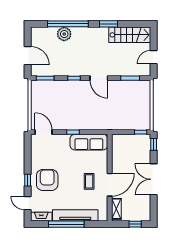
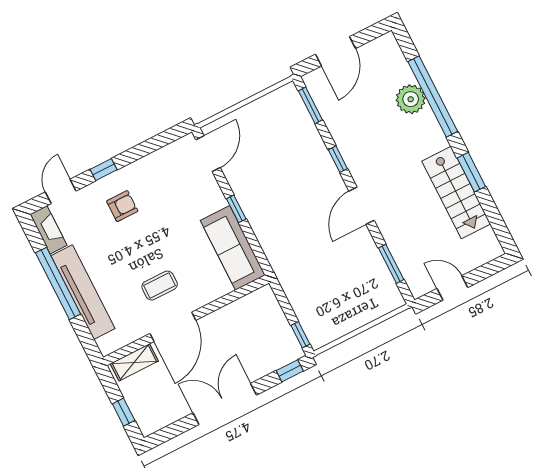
stairs: (130, 35) -> (456, 193), moved
armchair: (47, 180) -> (122, 206), width x0.53, depth x0.53
door: (110, 185) -> (173, 327), hinge flipped

